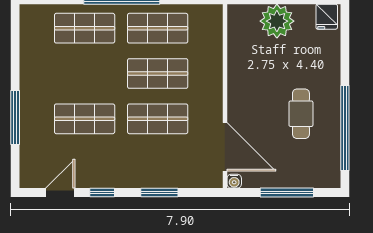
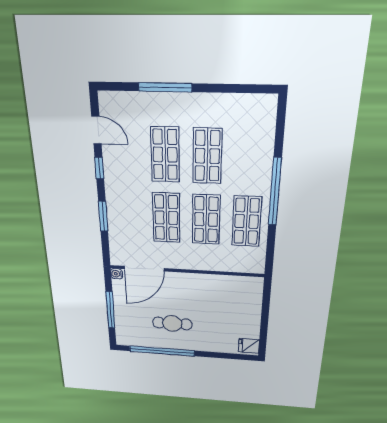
plant: (277, 21) -> (247, 312), removed
shop shelf: (85, 28) -> (207, 156), moved

